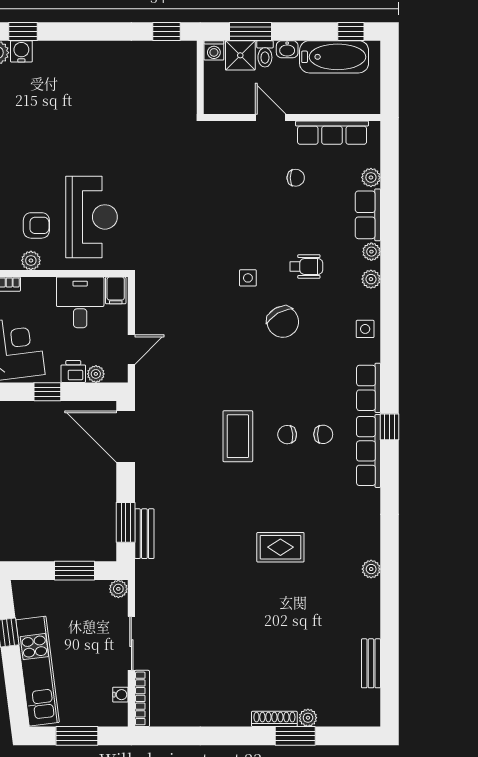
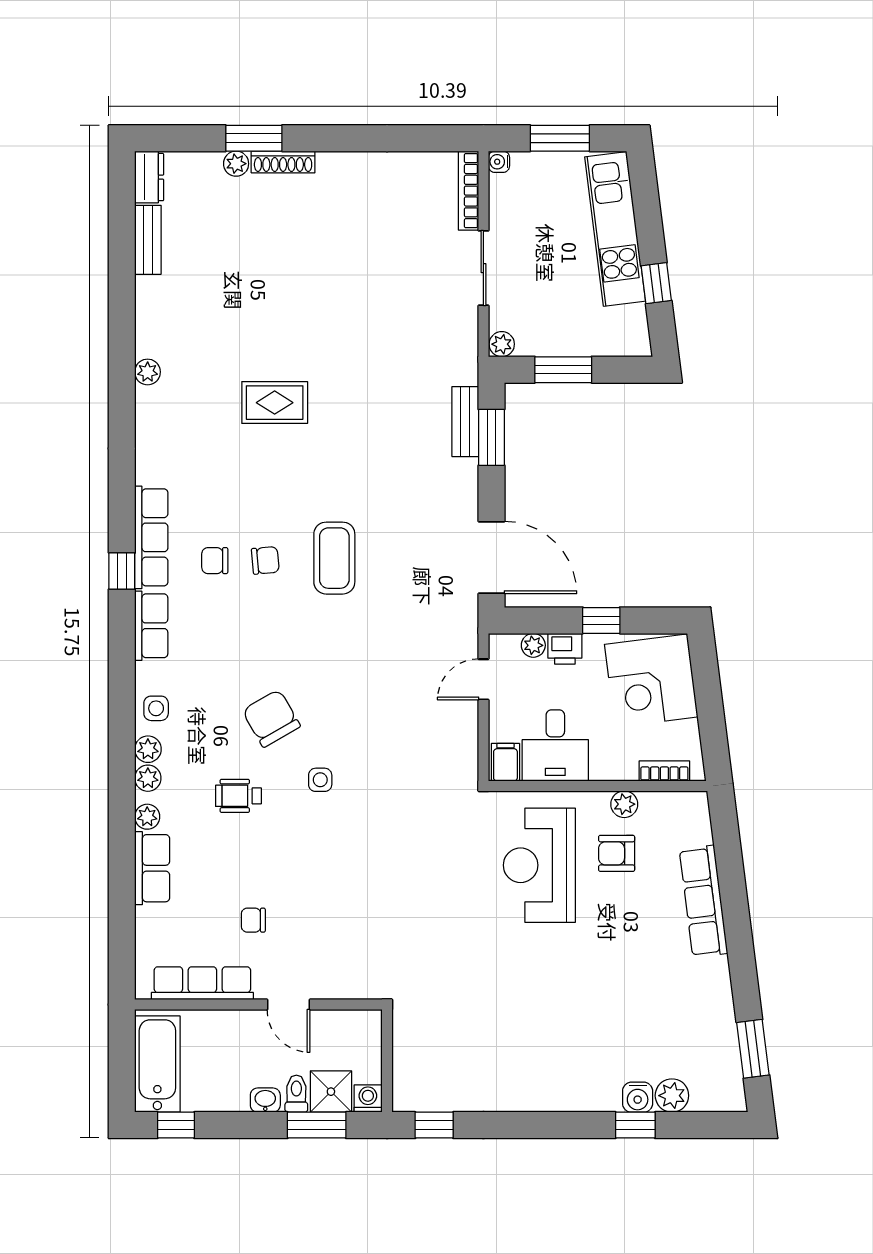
bathtub: (334, 57) -> (157, 1064), moved, turned 90
plant: (371, 177) -> (148, 749), moved
water cooler: (120, 695) -> (499, 162), moved
dresser: (370, 708) -> (149, 177), added

